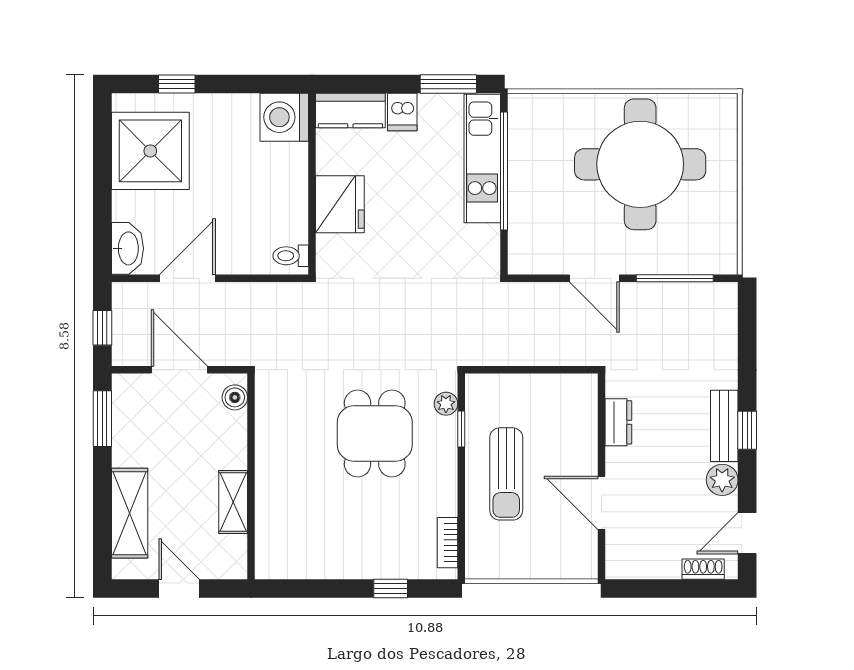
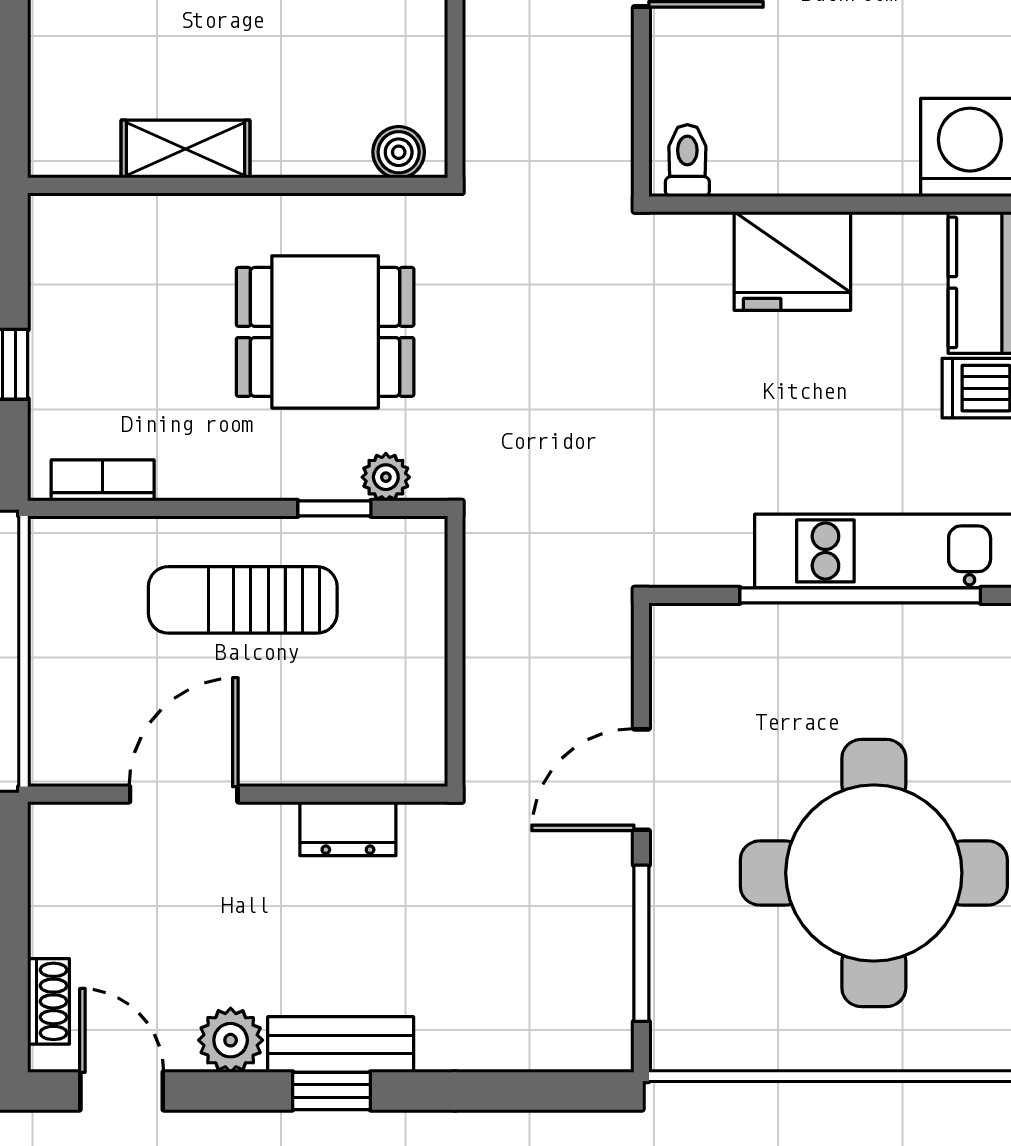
boiler: (235, 397) -> (399, 152), moved
wall: (251, 476) -> (238, 185), moved
shelving: (233, 502) -> (186, 149), moved

